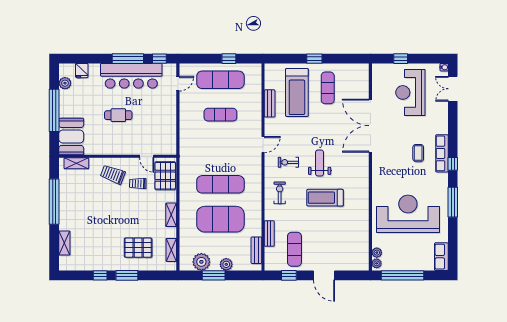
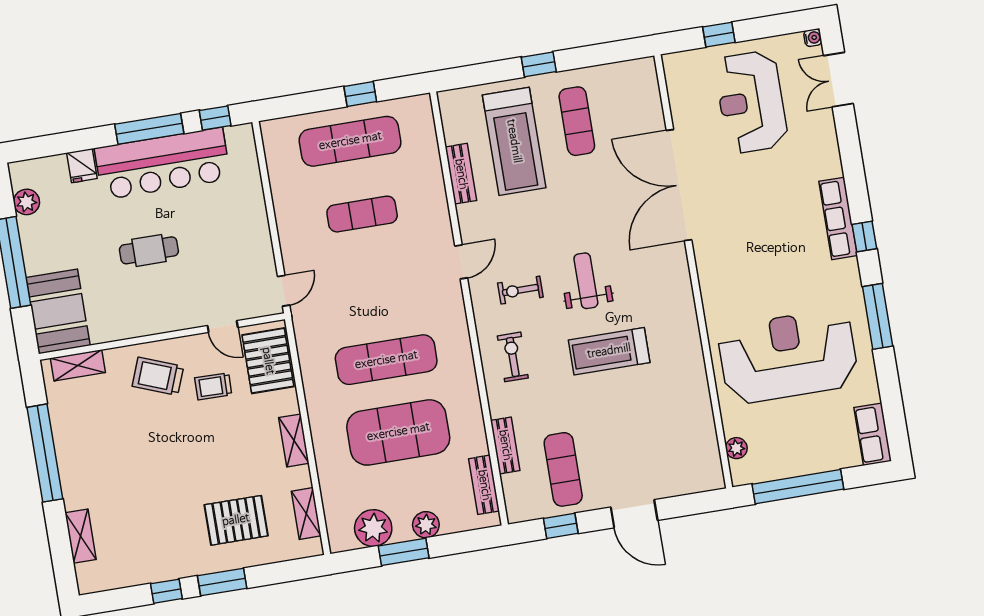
fridge: (82, 71) -> (82, 166), moved
door: (178, 84) -> (284, 291), moved
coffee table: (418, 153) -> (788, 226), removed
plant: (377, 263) -> (740, 471), removed

